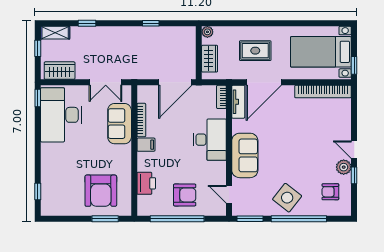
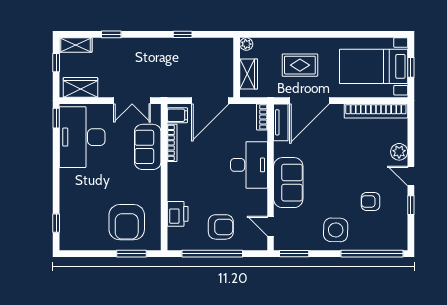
window: (354, 65) -> (411, 67), moved
filing cabinet: (146, 145) -> (177, 115), moved
plant: (344, 167) -> (399, 152), moved
armchair: (330, 192) -> (370, 201), moved
side table: (287, 198) -> (336, 230), turned -36
window: (299, 219) -> (372, 254), moved

